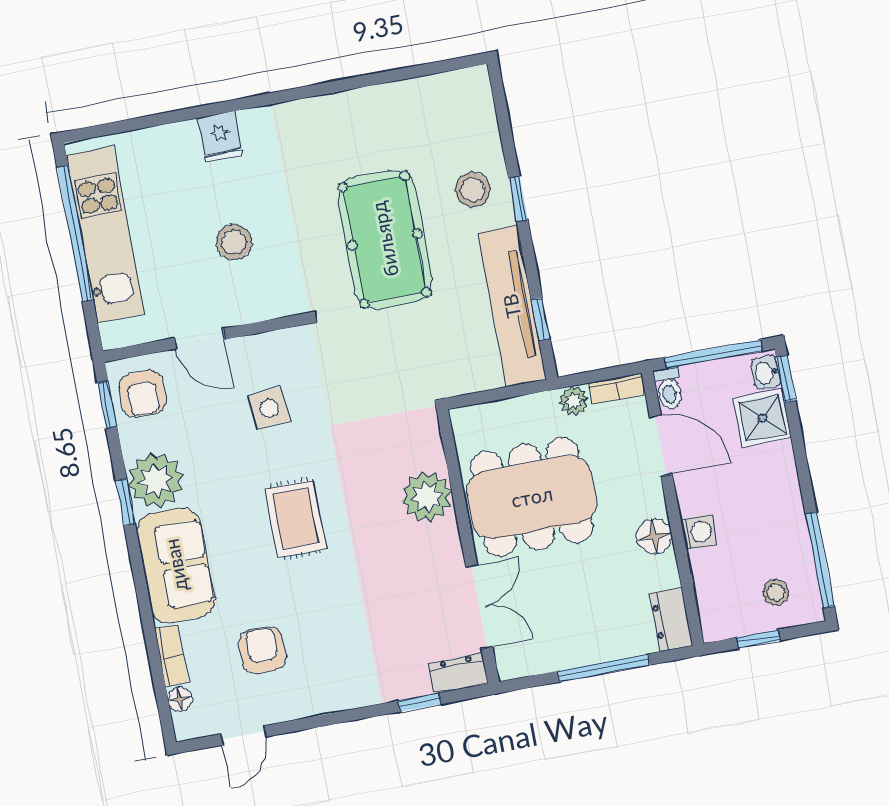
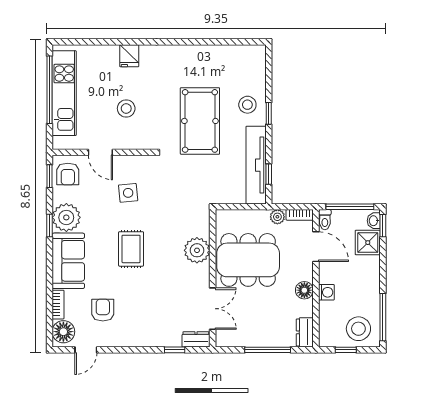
stool: (776, 592) -> (358, 329), width x1.89, depth x1.89
floor lamp: (180, 699) -> (63, 332), width x1.89, depth x1.89

